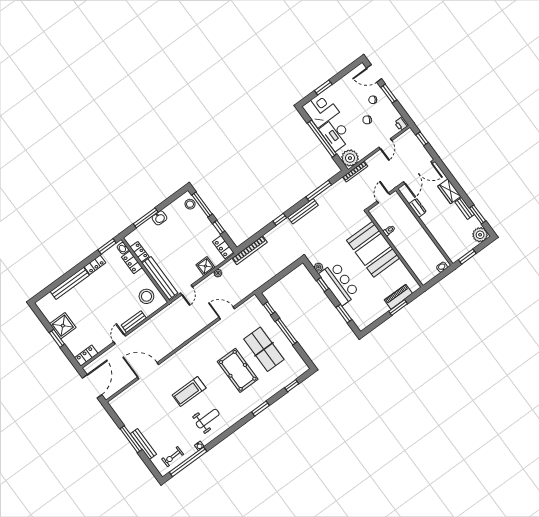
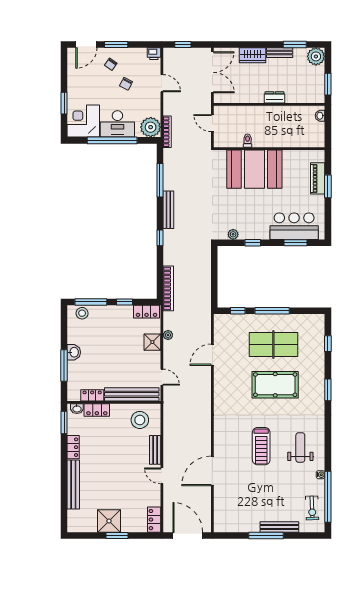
dresser: (418, 208) -> (274, 97), moved
bar counter: (339, 284) -> (294, 226), moved

